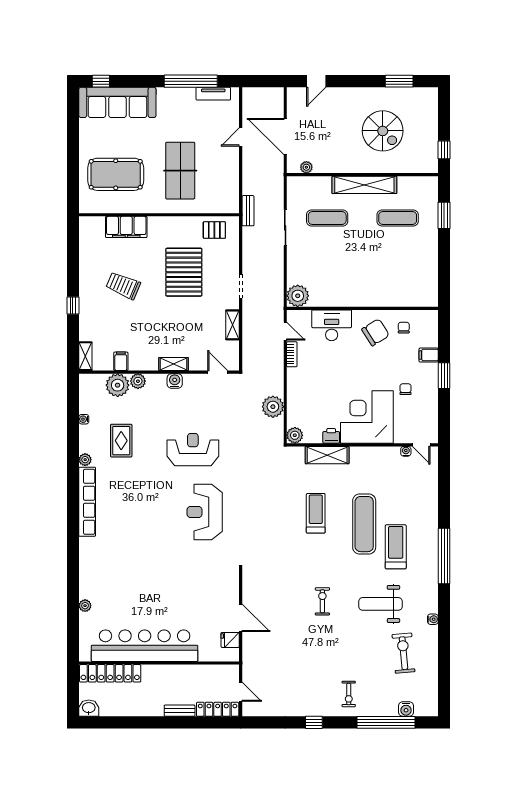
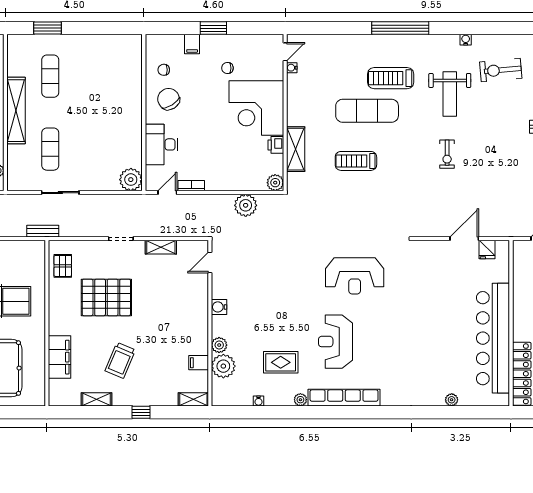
shelving: (174, 364) -> (96, 399), moved, turned 90
reception desk: (193, 450) -> (335, 342), moved
exercise bike: (322, 601) -> (447, 154), turned -90

